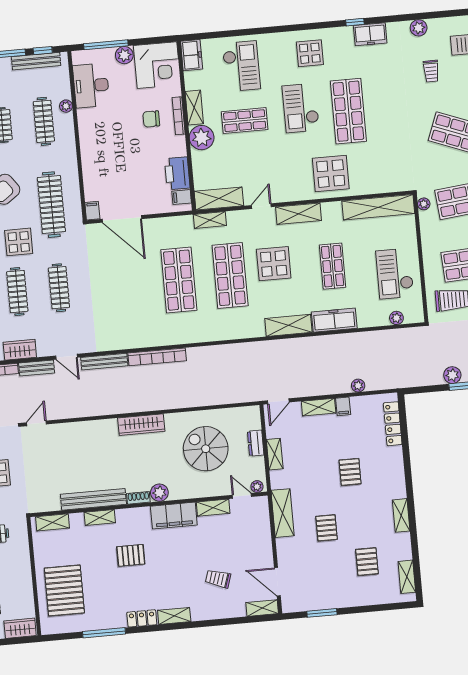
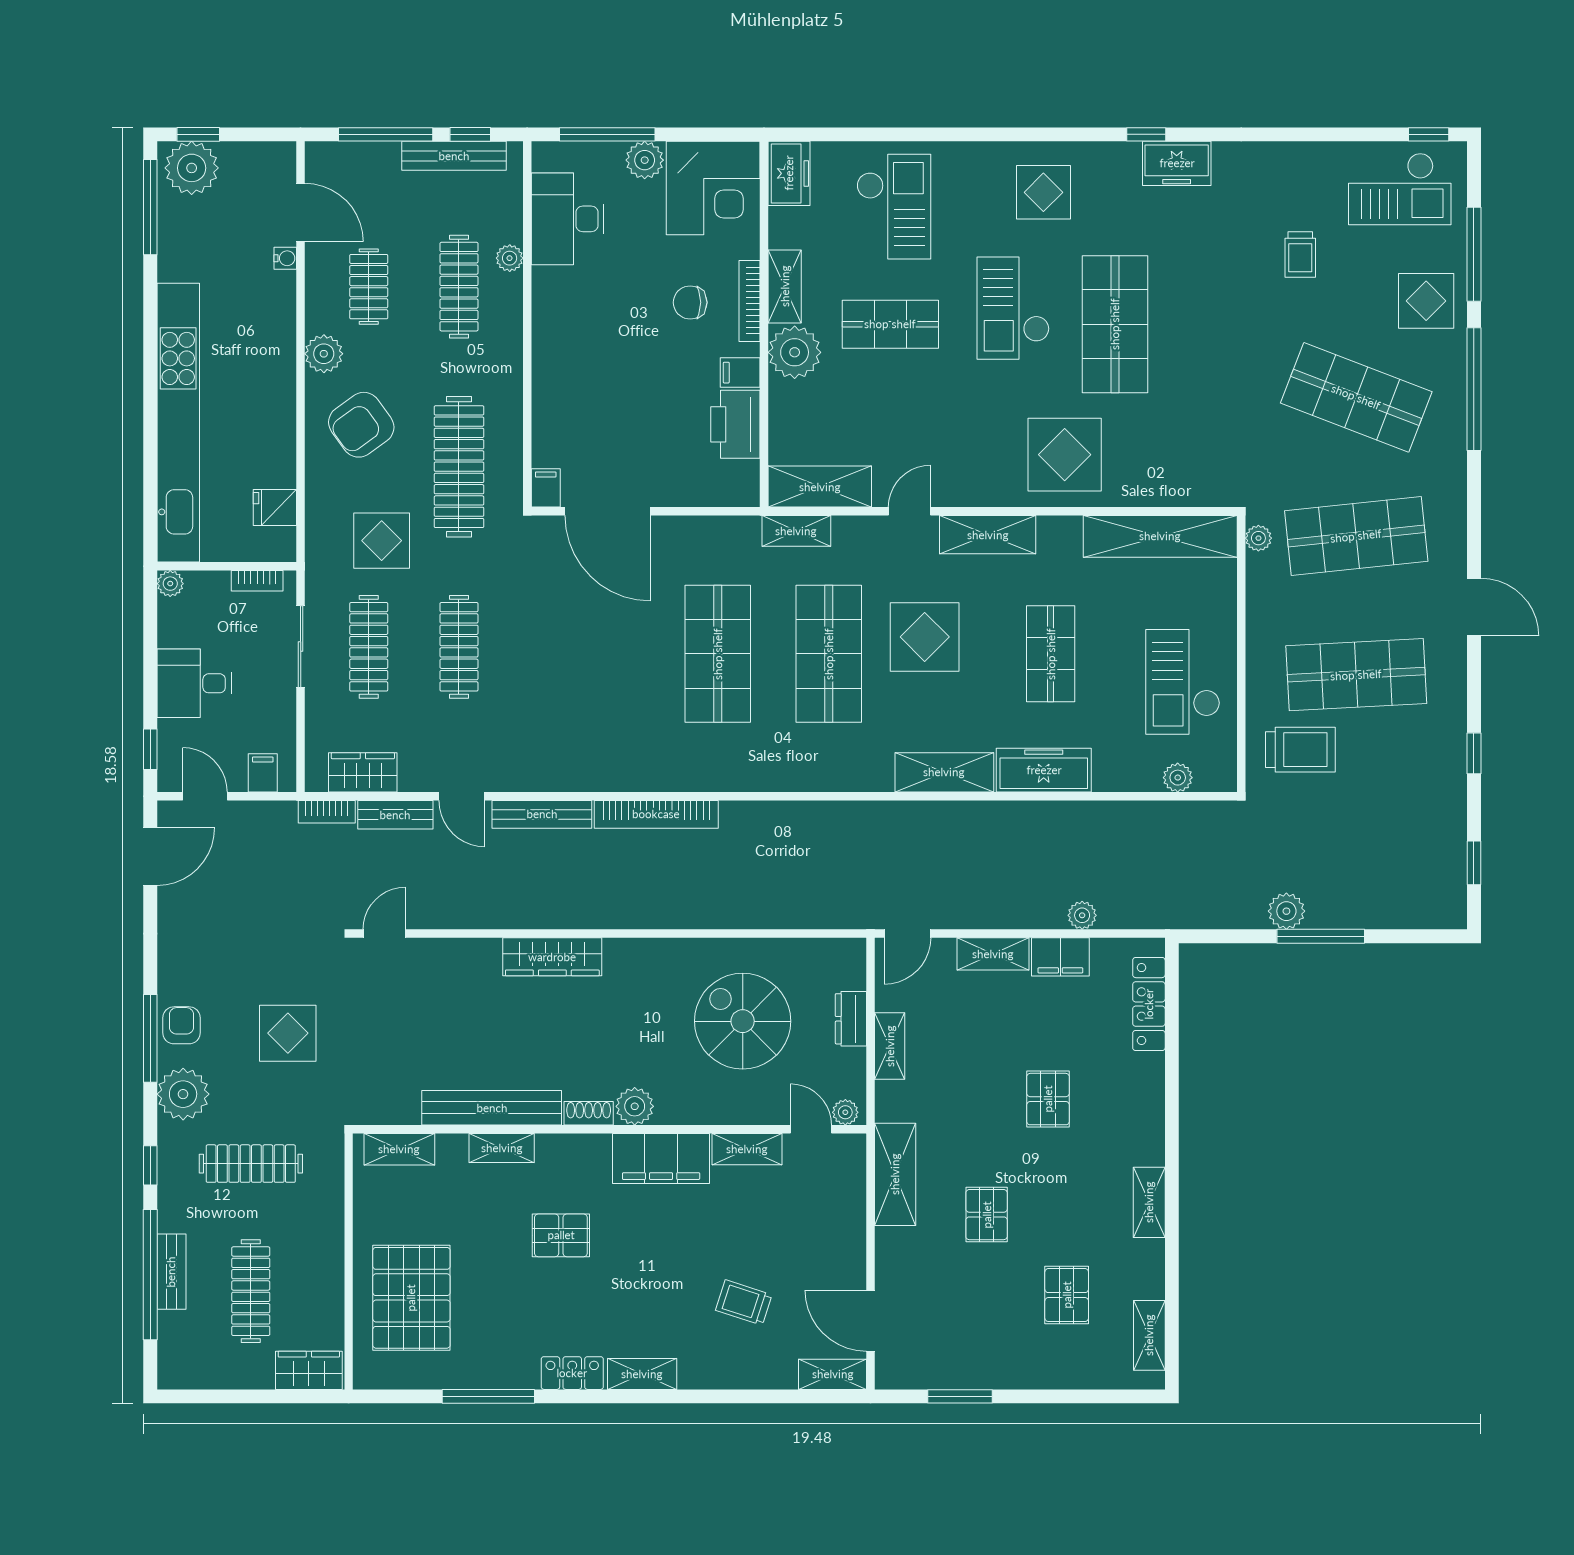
plant: (419, 28) -> (1282, 159), removed
filing cabinet: (182, 197) -> (740, 373), moved
filing cabinet: (343, 406) -> (1060, 957), width x2.00
wardrobe: (141, 425) -> (552, 957), moved

